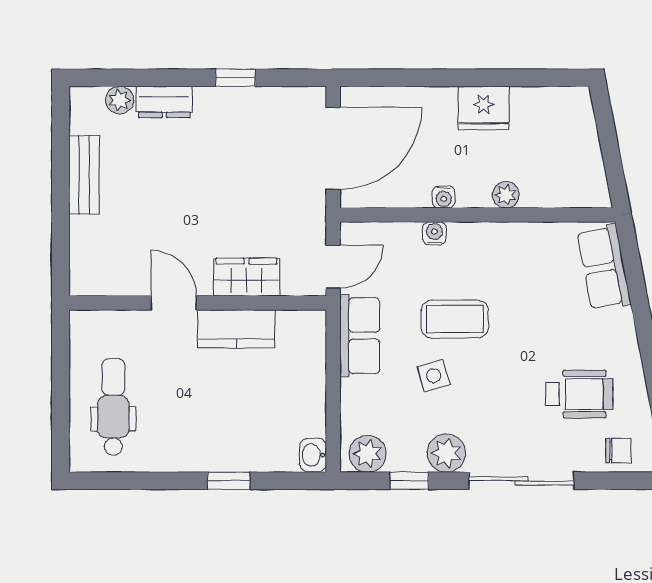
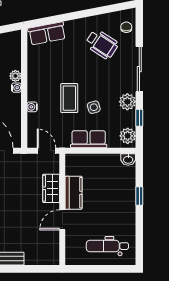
water cooler: (444, 197) -> (16, 88), moved
row of seats: (360, 336) -> (89, 139), moved
wheelchair: (579, 394) -> (102, 44), turned 123

